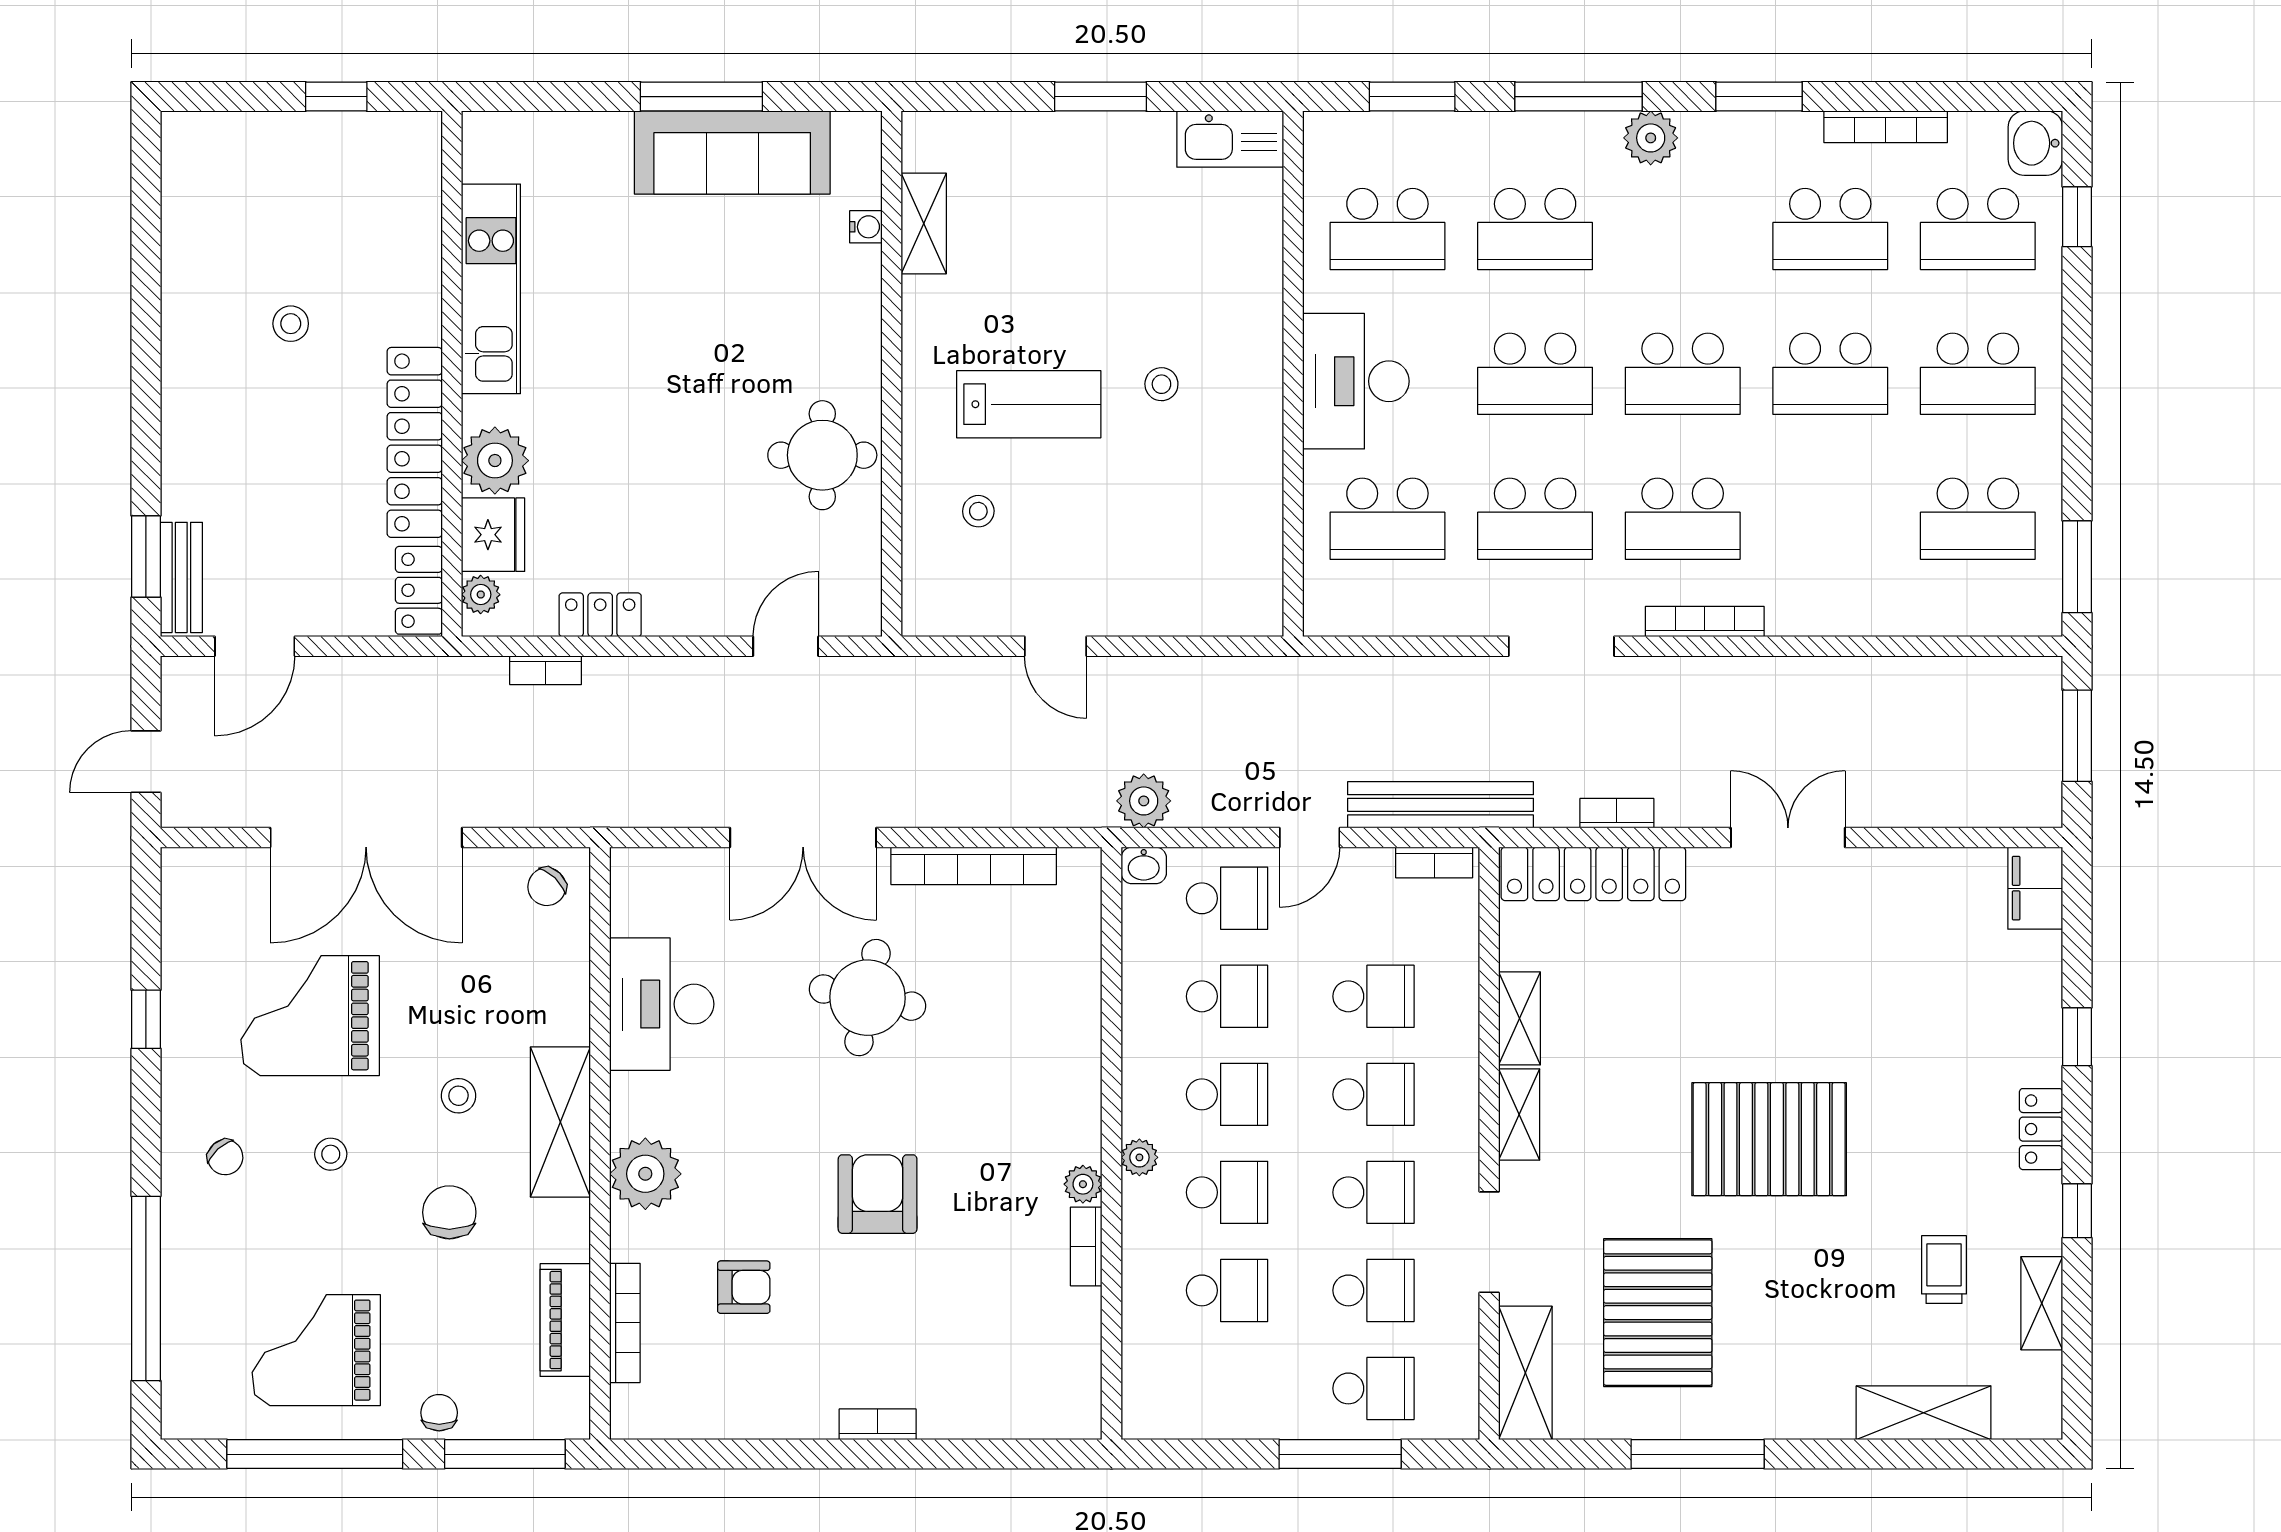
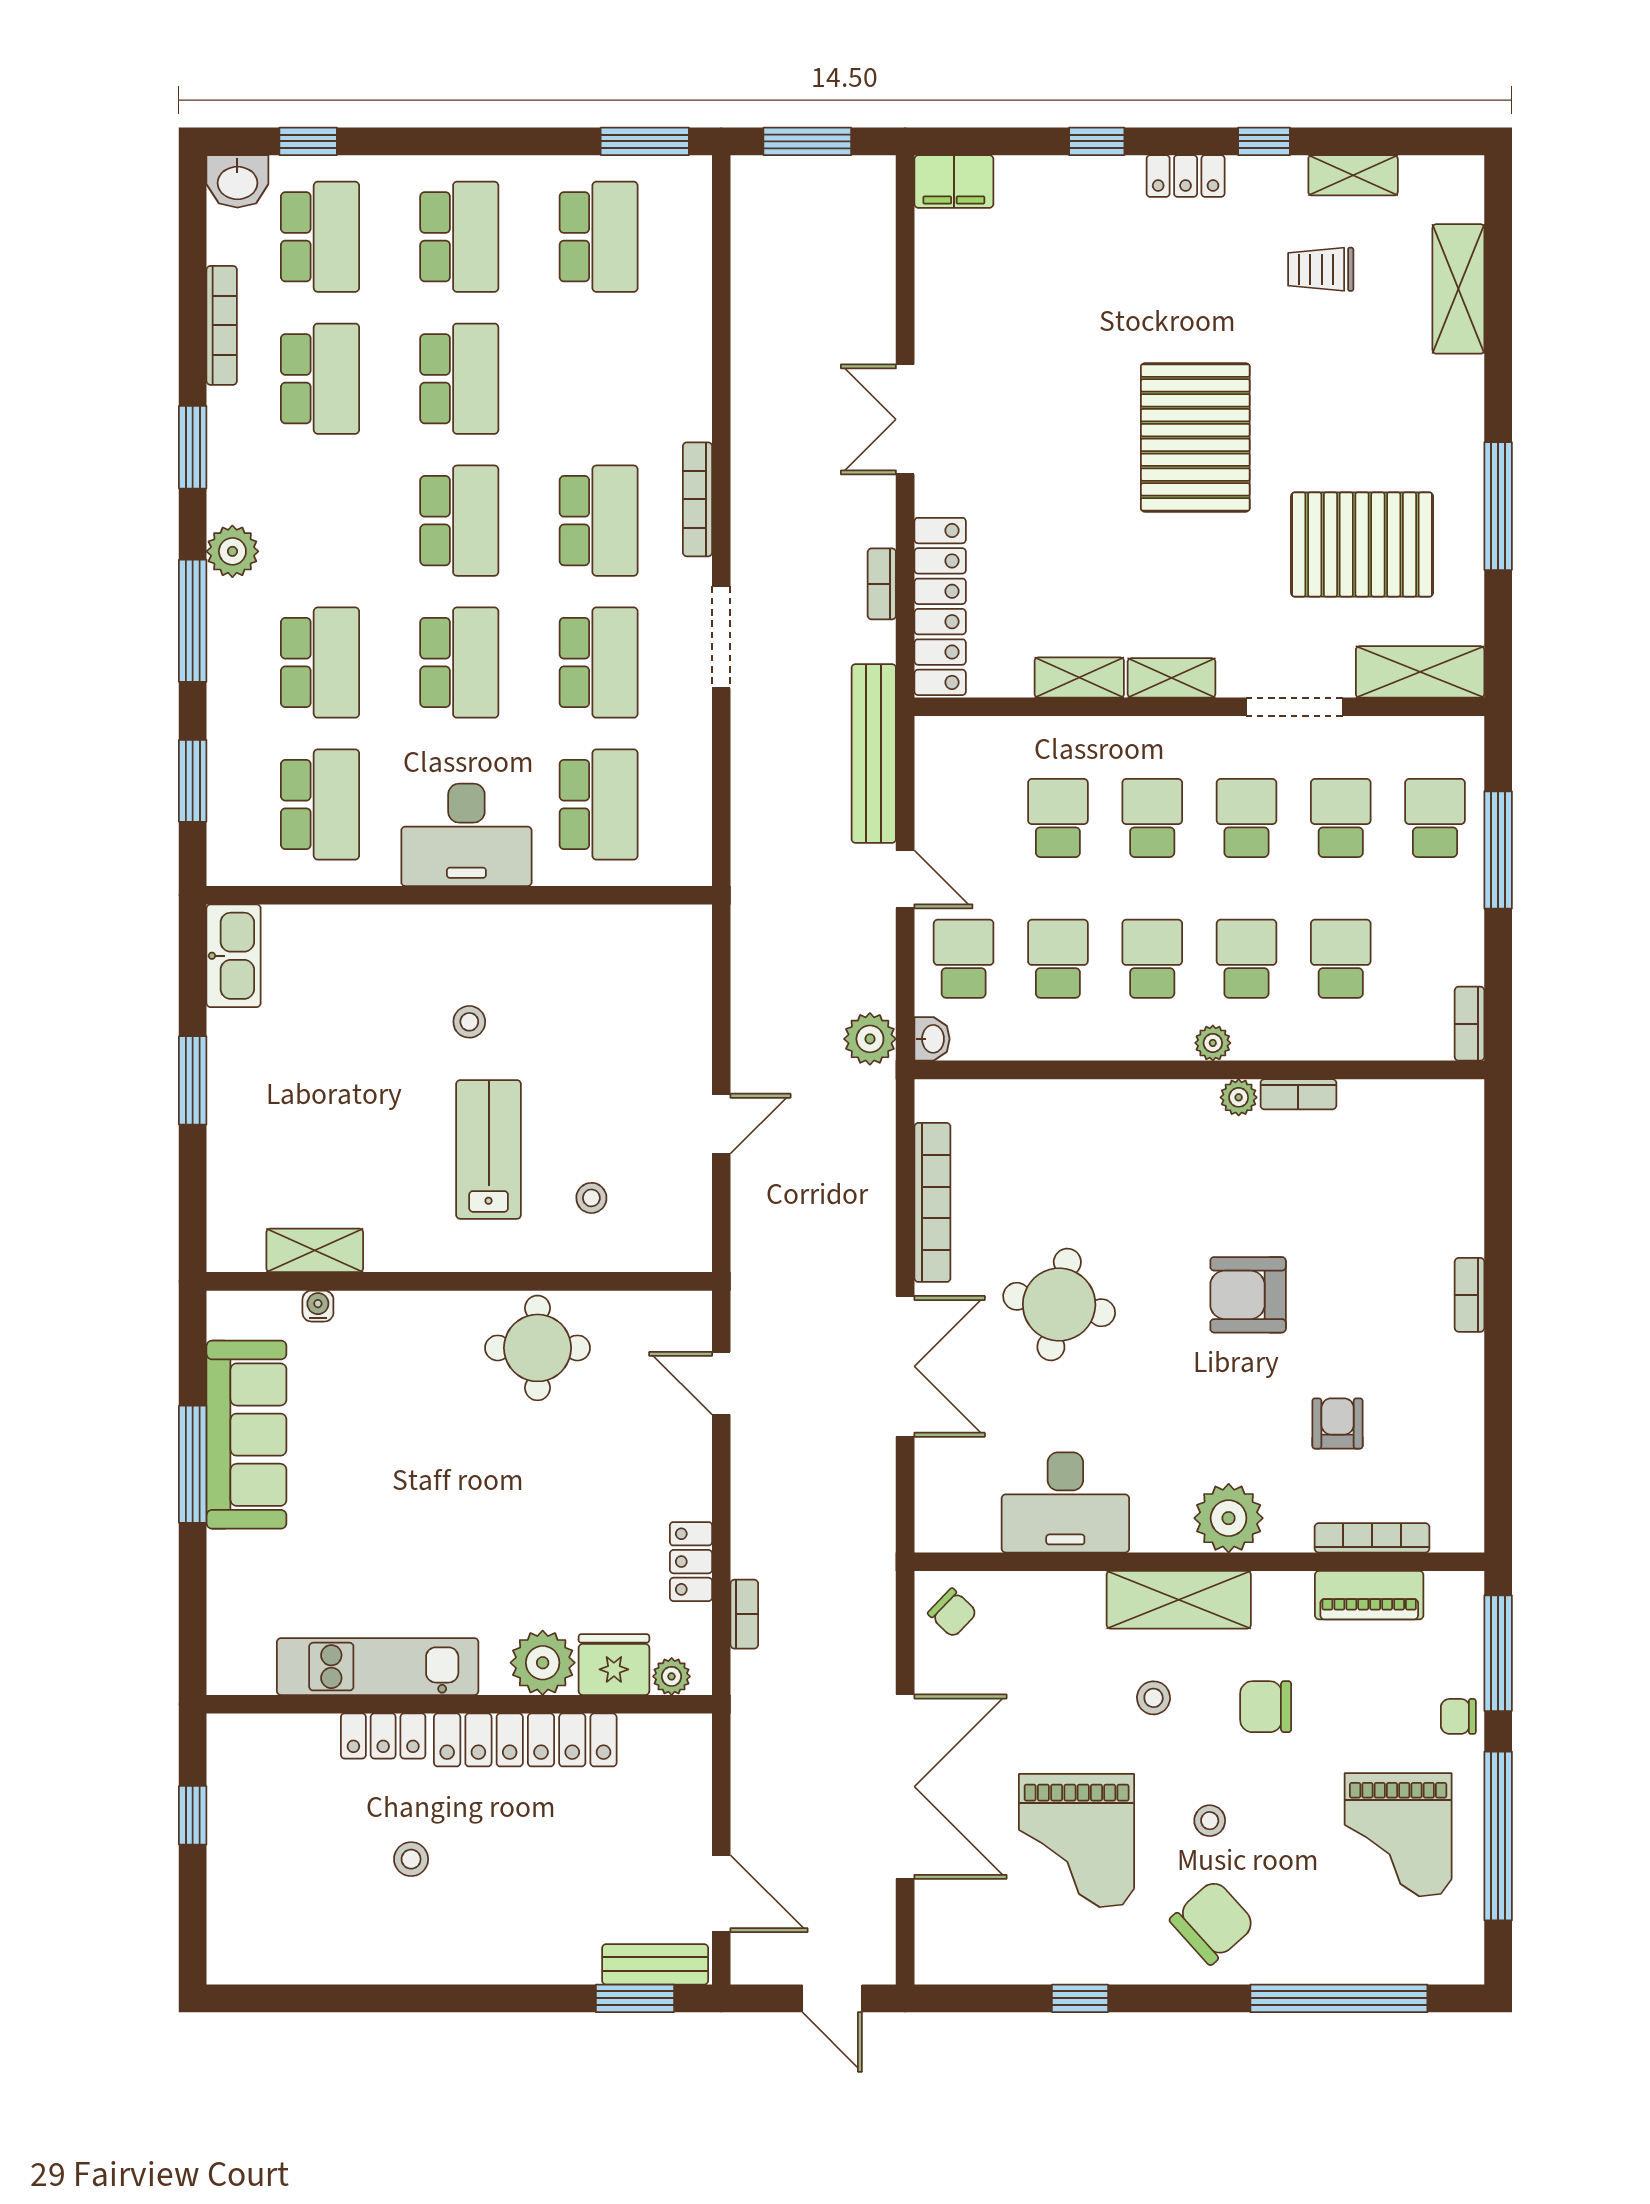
locker: (419, 590) -> (383, 1736), moved
bookcase: (1434, 862) -> (1470, 1024), moved, turned 180
chair: (225, 1157) -> (1213, 1922), width x1.87, depth x1.87

